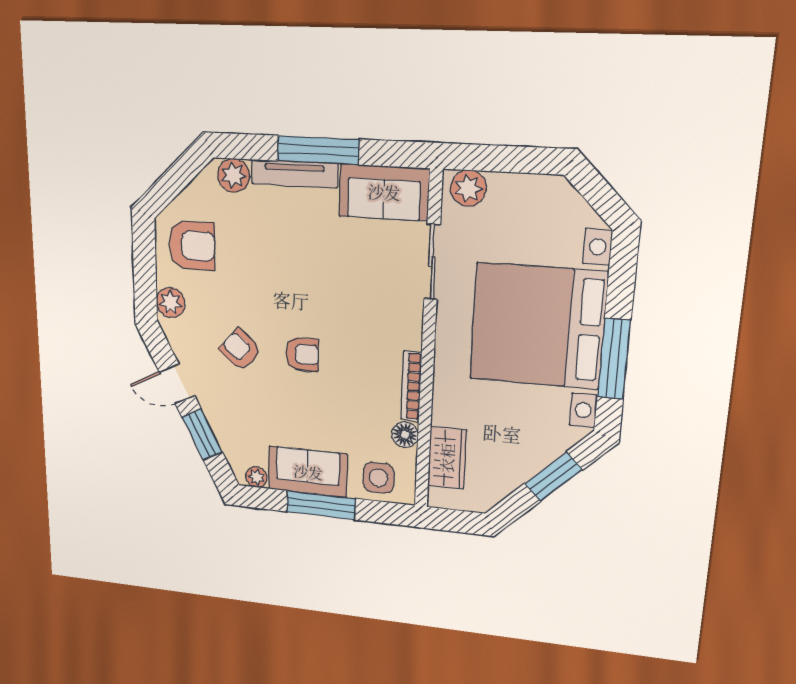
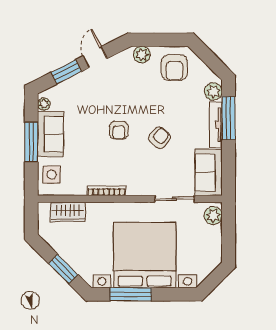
window: (318, 150) -> (229, 118), moved
armchair: (240, 350) -> (159, 138), moved
floor lamp: (405, 435) -> (78, 188), removed

